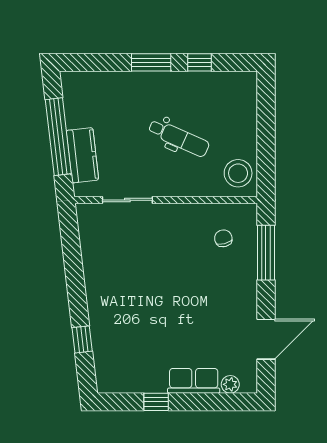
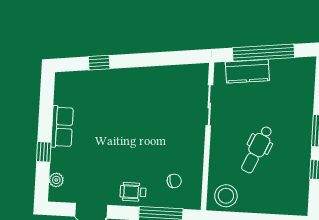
wheelchair: (240, 289) -> (133, 192), added
row of seats: (194, 381) -> (62, 127), moved
window: (156, 402) -> (44, 152), moved

